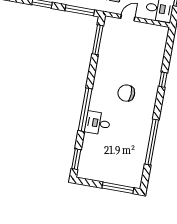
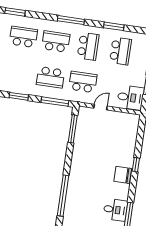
chair: (126, 93) -> (123, 175), moved
desk: (98, 123) -> (115, 210), moved, turned 180

